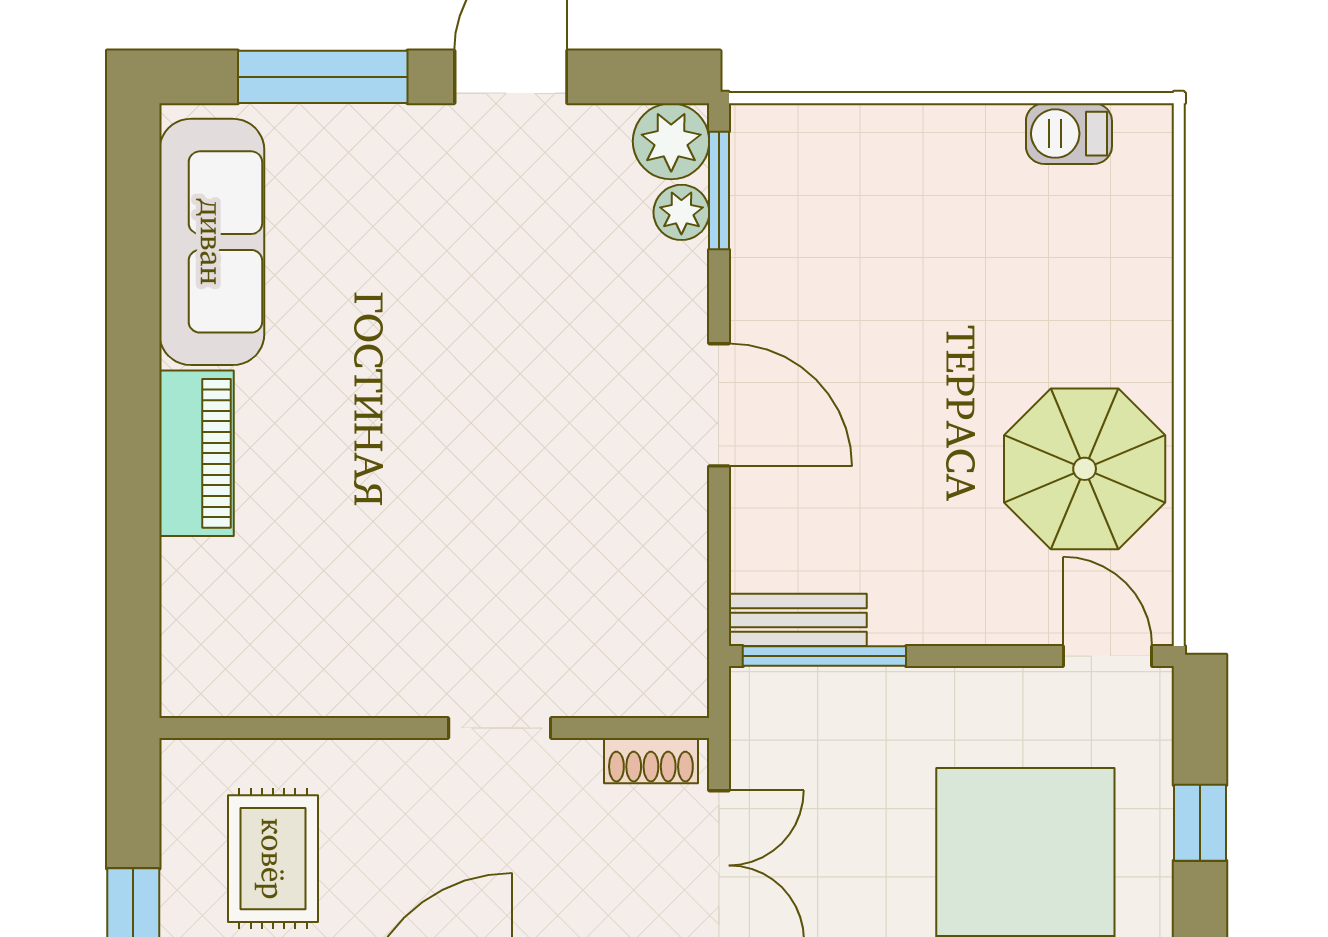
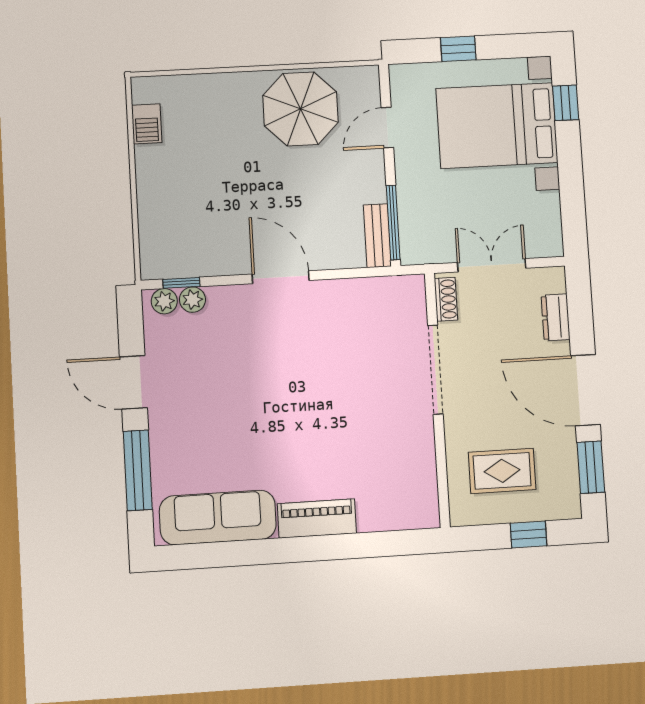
plant: (671, 141) -> (164, 301), width x0.73, depth x0.73
window: (719, 190) -> (181, 283), width x0.67
door: (719, 405) -> (281, 277), hinge flipped
door: (1108, 656) -> (387, 128), moved
doorway: (500, 728) -> (435, 370), width x1.87

